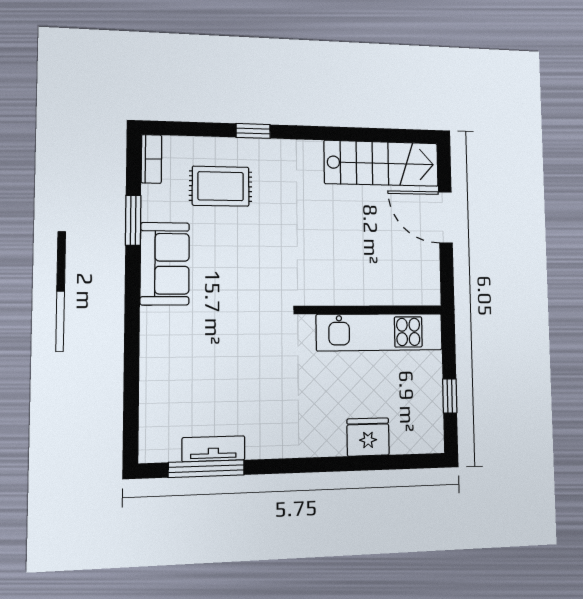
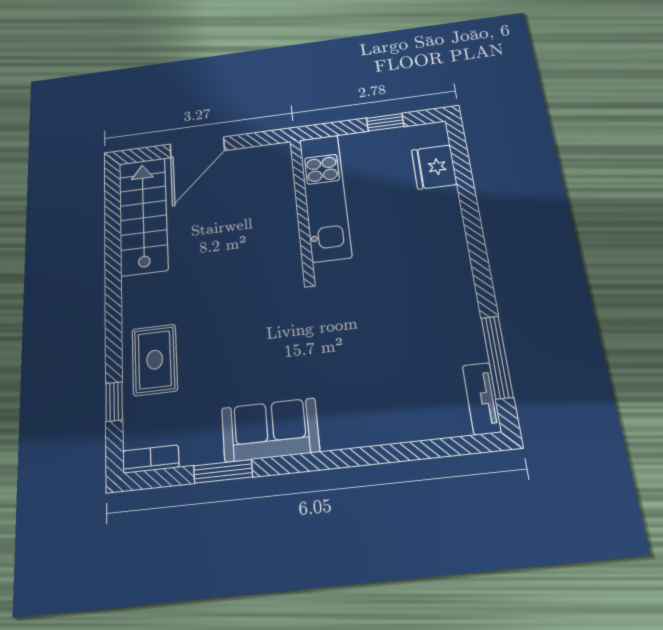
window: (253, 131) -> (114, 402), moved
rug: (221, 186) -> (155, 360), moved
fridge: (368, 437) -> (434, 167), moved
tv unit: (213, 449) -> (482, 399), moved

